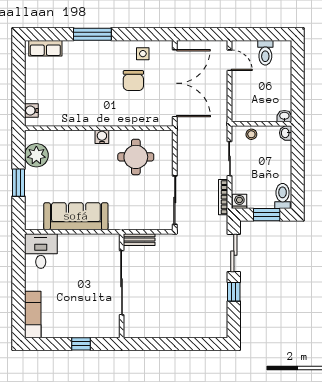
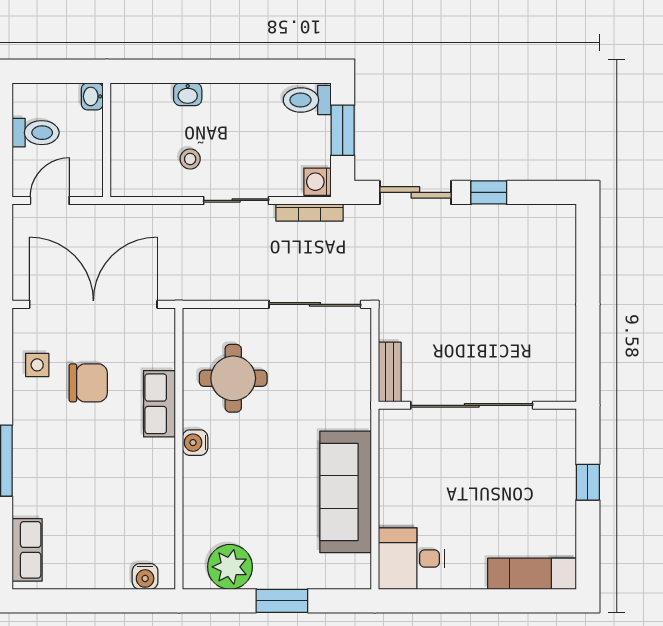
washbasin: (284, 116) -> (92, 96), moved
row of seats: (122, 118) -> (159, 404), added
wall: (261, 124) -> (107, 140), moved

